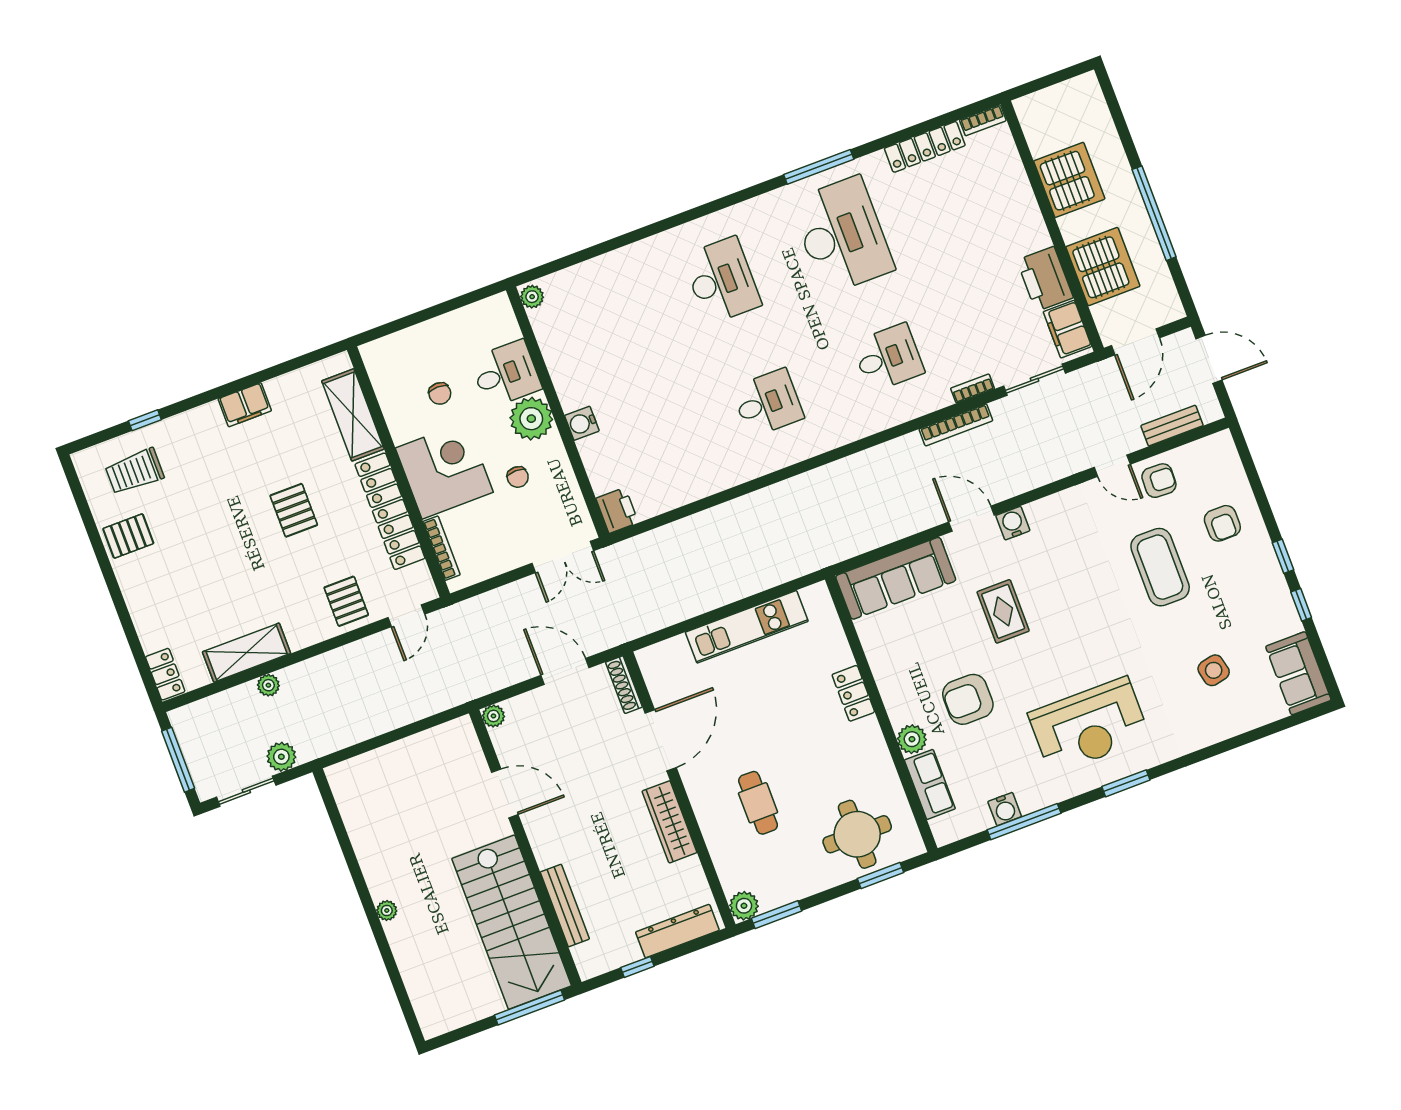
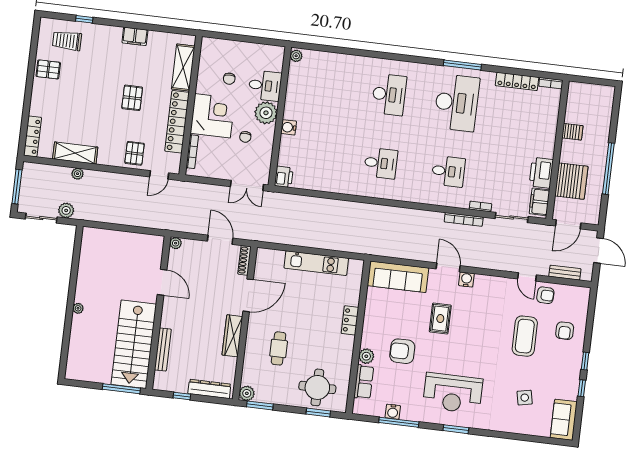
server rack: (1069, 180) -> (572, 132), width x0.46, depth x0.70
locker: (165, 674) -> (33, 136), width x1.53

